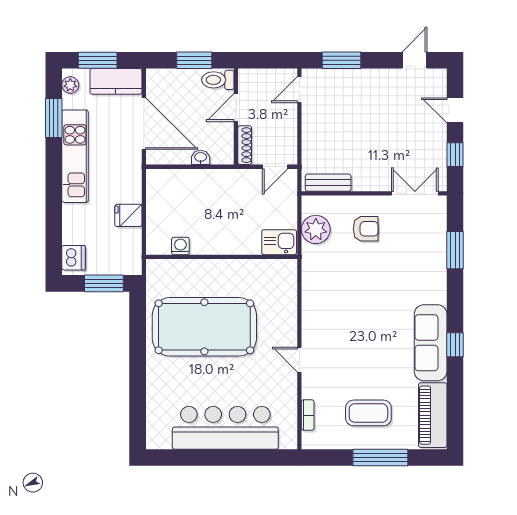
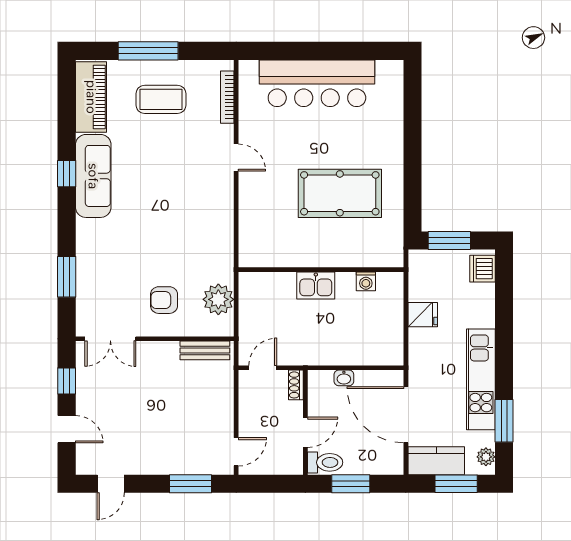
shoe rack: (245, 145) -> (296, 385), width x0.70
kitchen sink: (279, 242) -> (316, 285), moved
pool table: (204, 327) -> (340, 193), width x0.73, depth x0.76
bookcase: (308, 415) -> (227, 97), width x1.56

